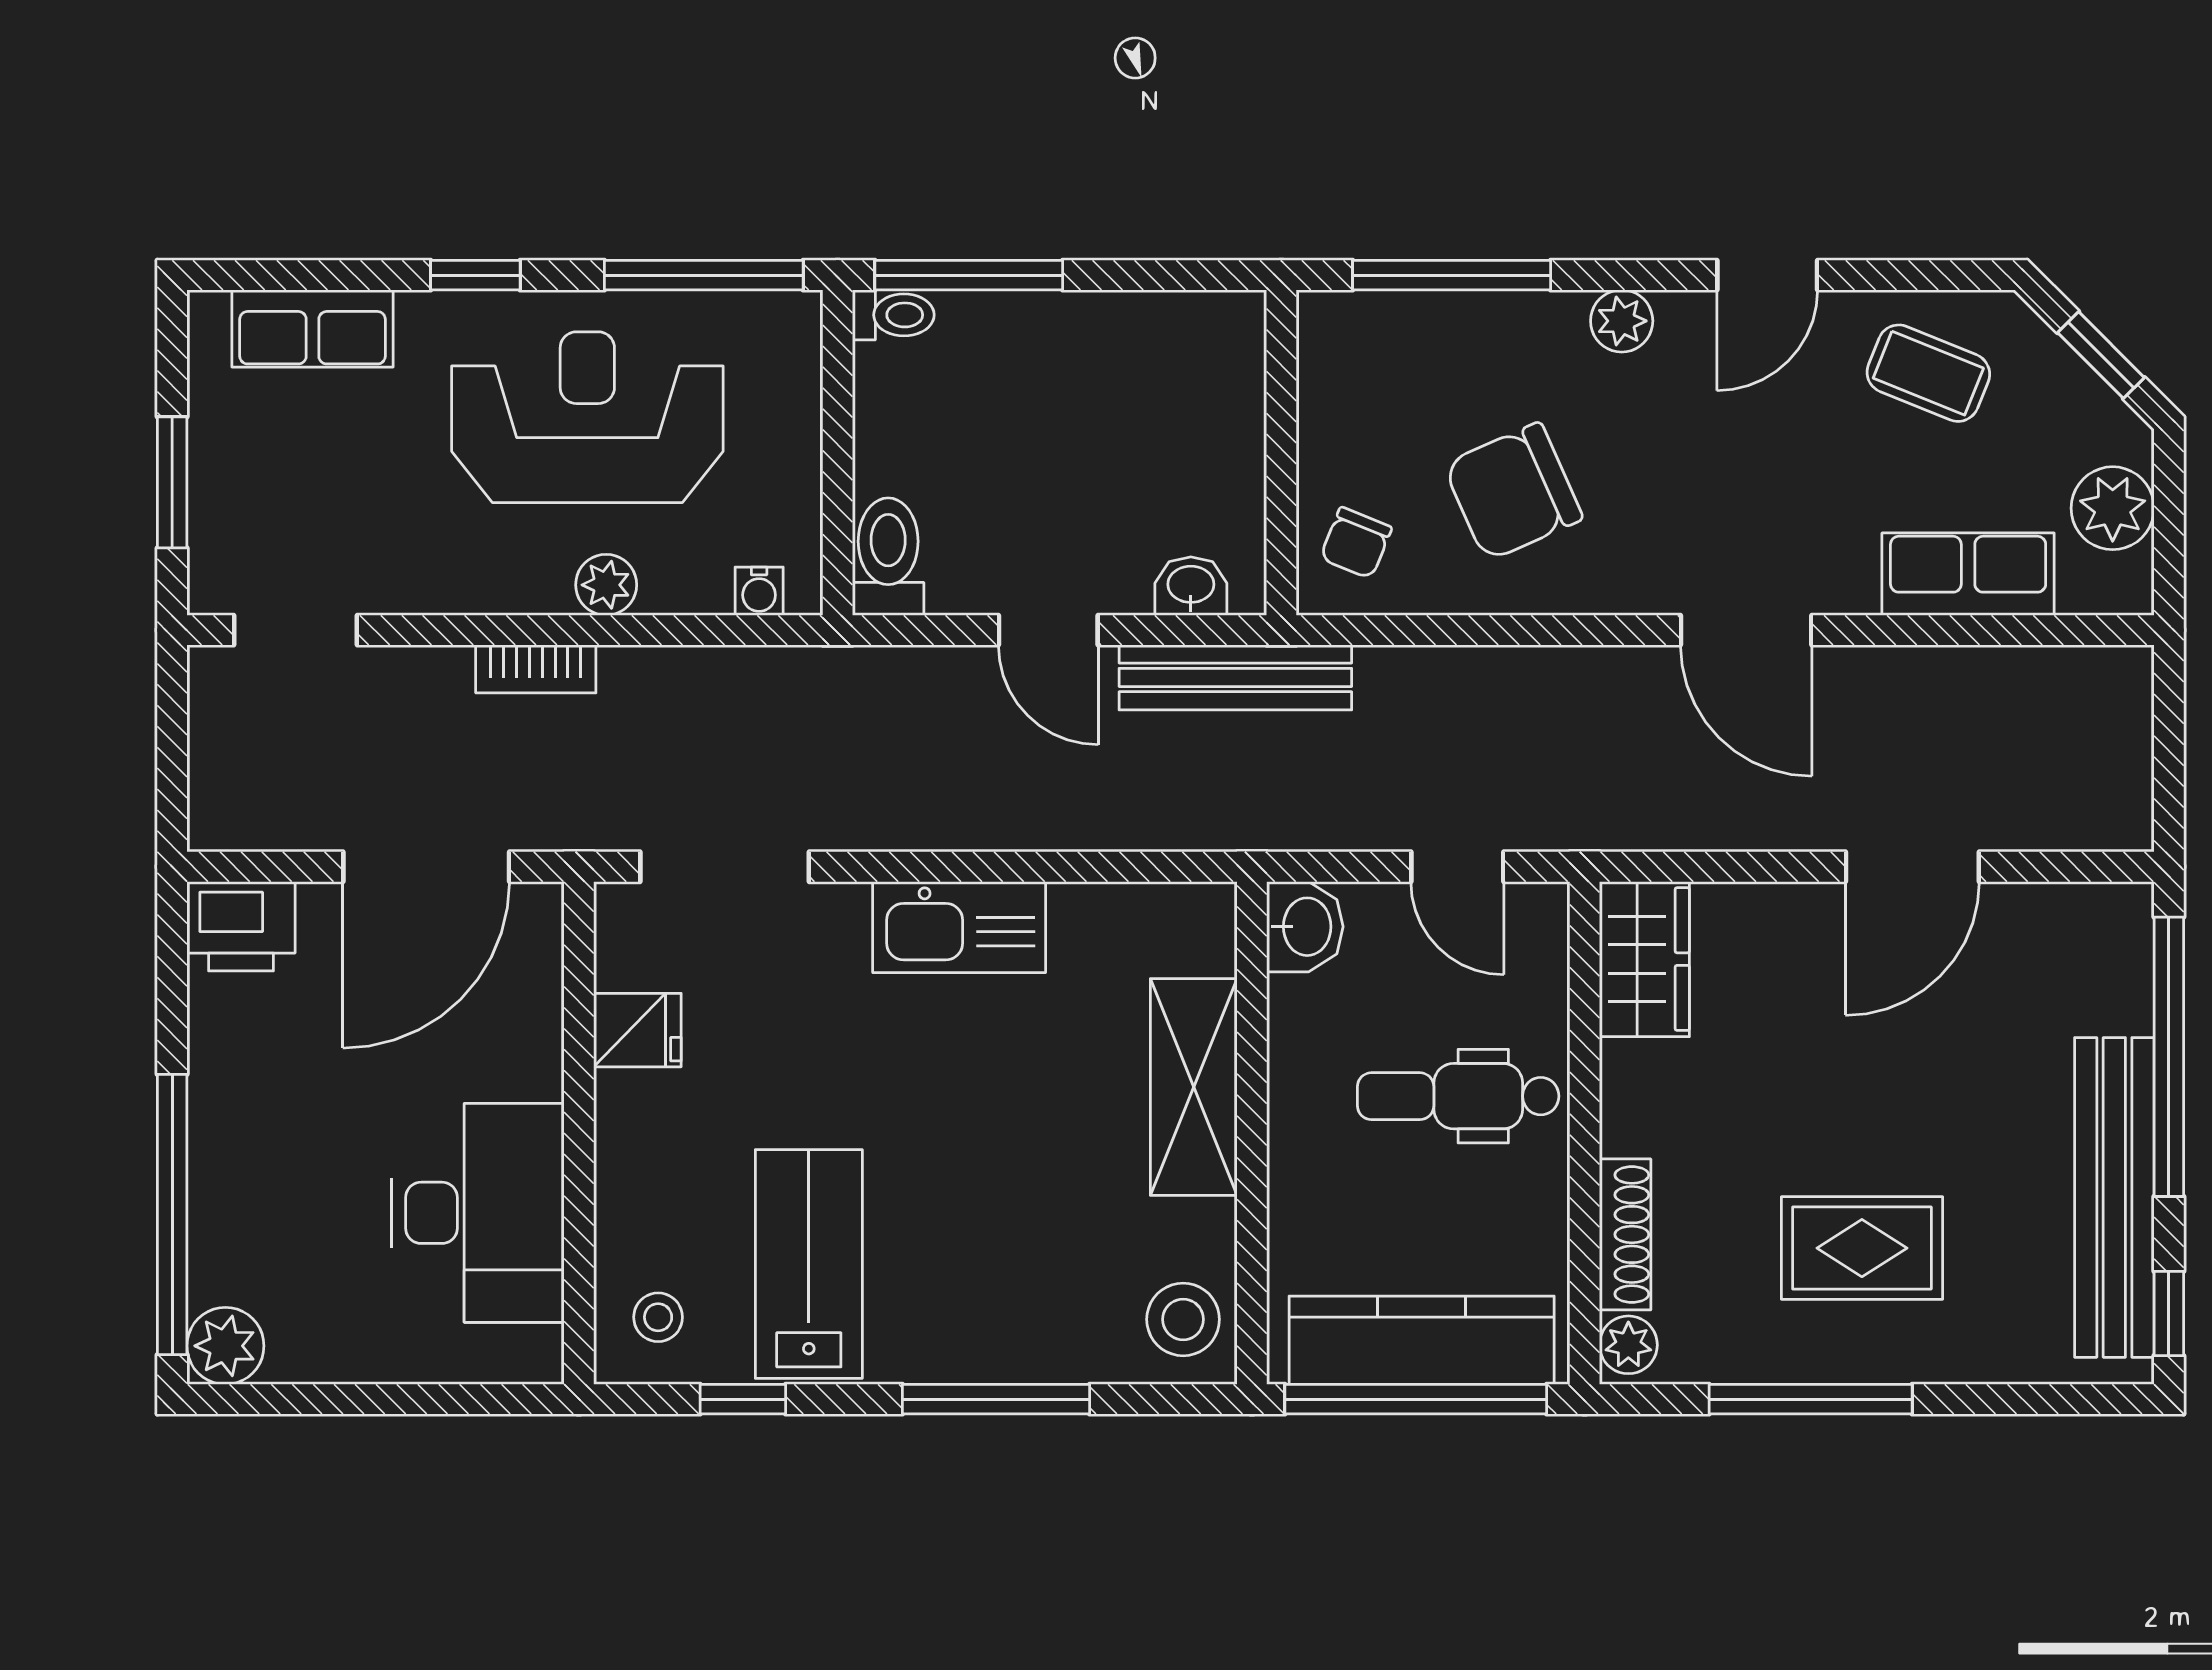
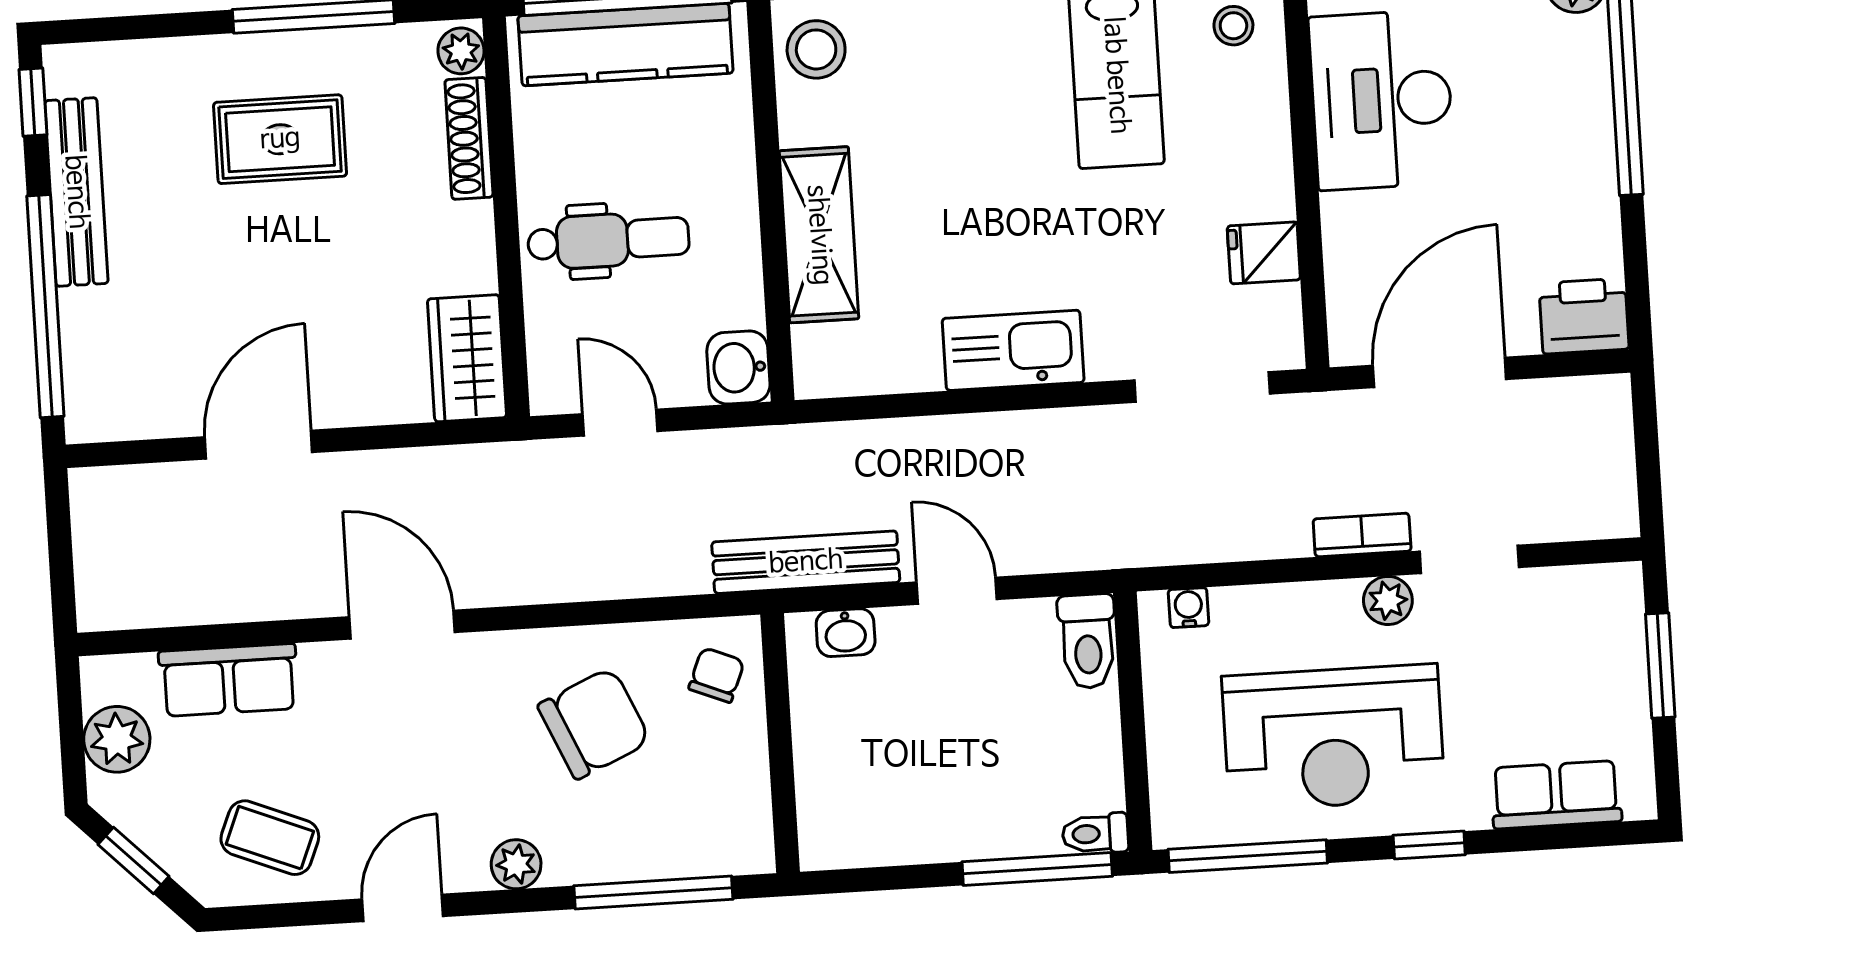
plant: (606, 585) -> (1388, 600), moved
doorway: (296, 630) -> (1469, 559), moved
bench: (2114, 1197) -> (76, 192), width x0.73, depth x0.82

